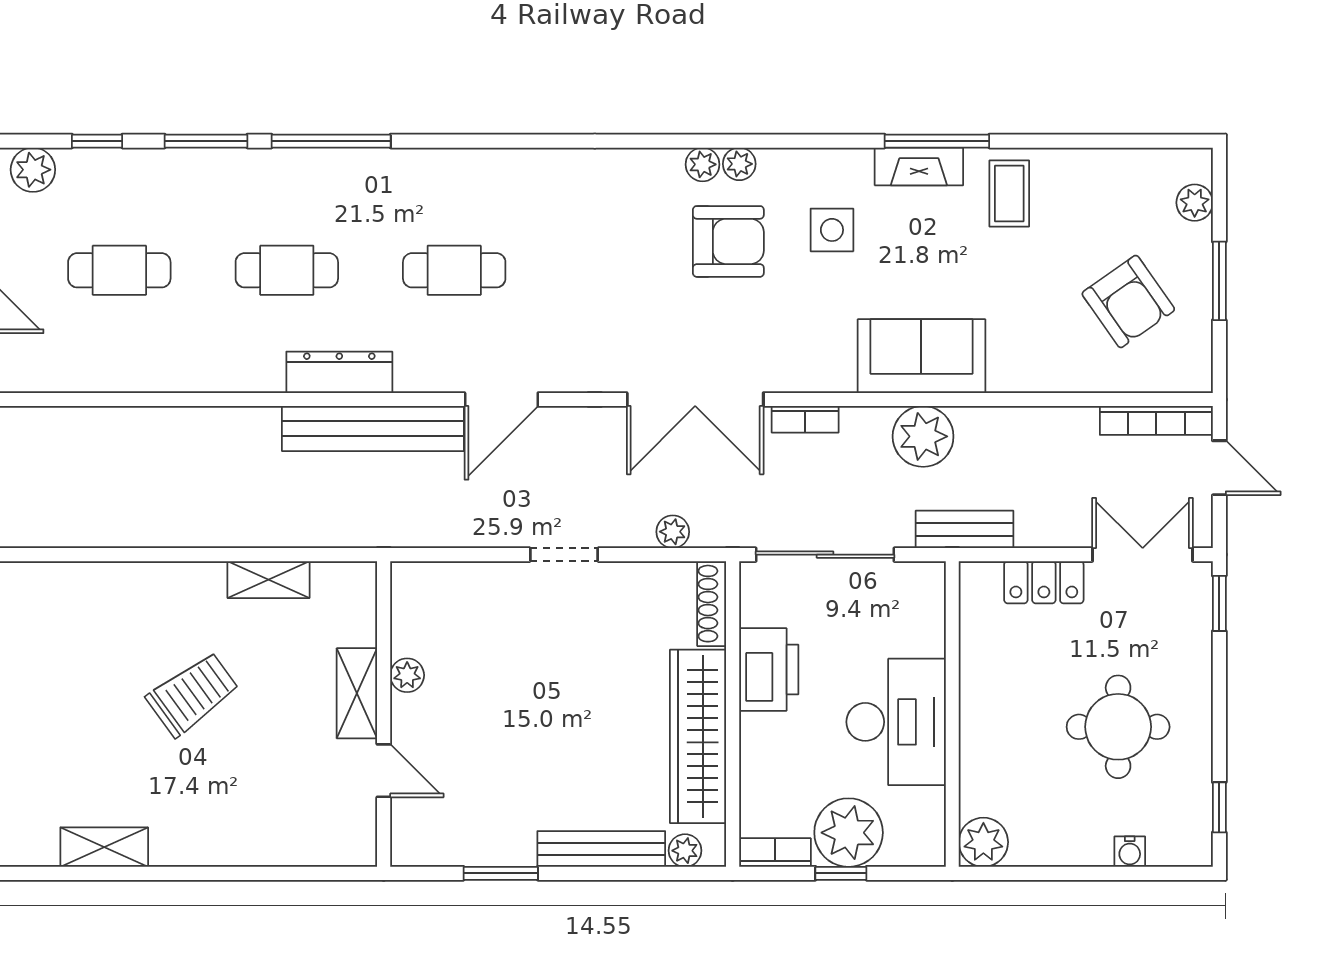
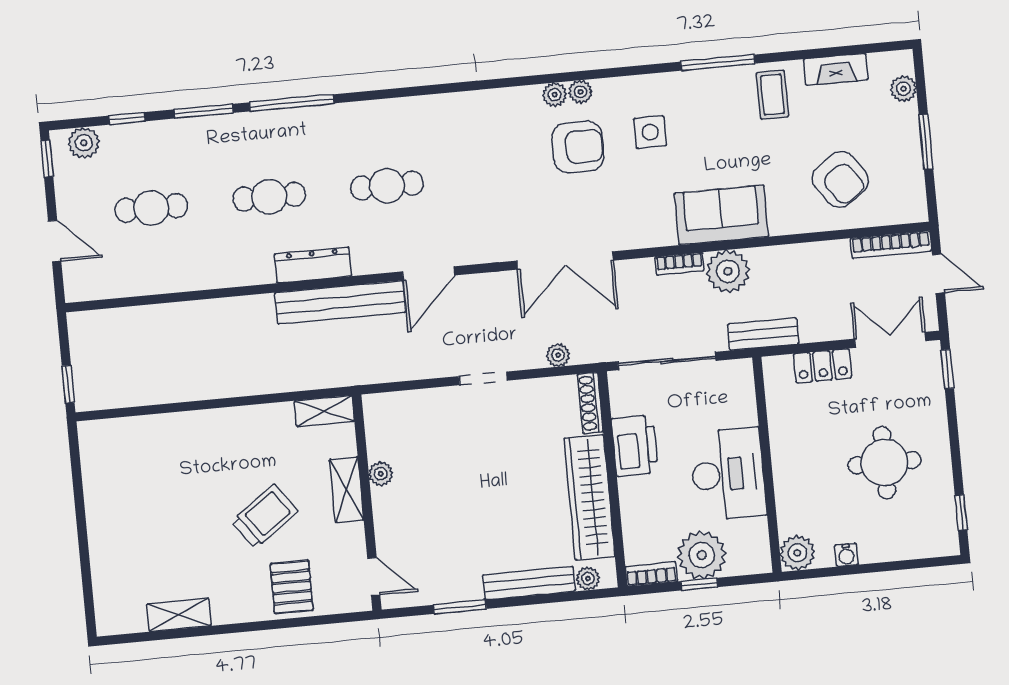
fireplace: (919, 166) -> (836, 69), moved
armchair: (1128, 301) -> (840, 179), moved
bookcase: (805, 419) -> (679, 264), moved
shelving: (268, 580) -> (324, 411), moved
trolley: (193, 694) -> (265, 516), moved
door: (384, 771) -> (374, 577), moved
pallet: (267, 823) -> (292, 587), added
water cooler: (1130, 852) -> (846, 555), moved

